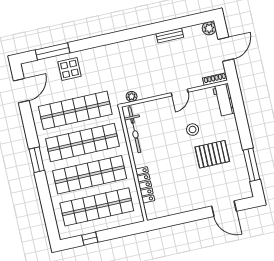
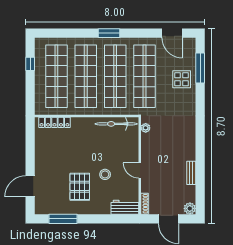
locker: (145, 185) -> (54, 122), moved

